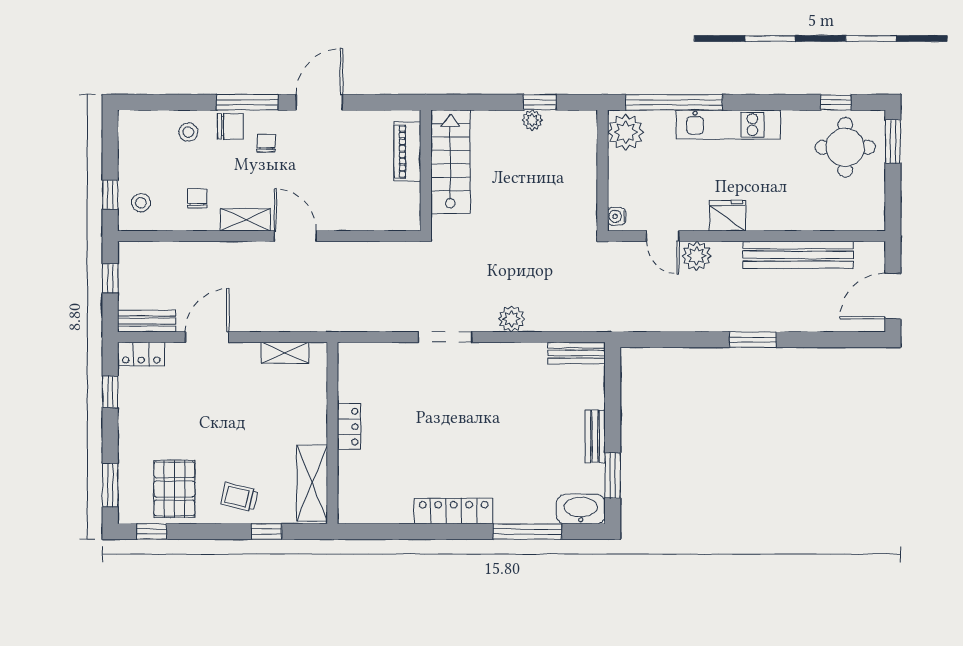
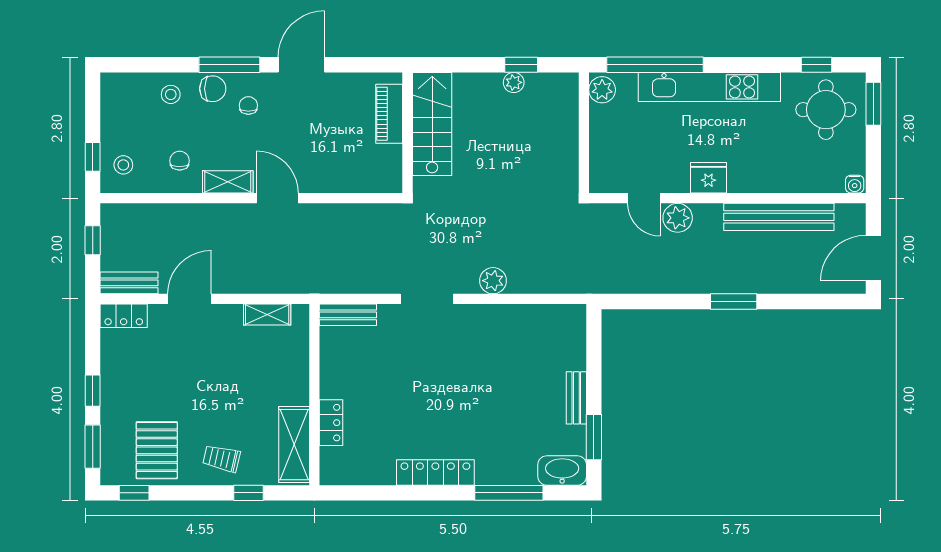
kitchen unit: (728, 125) -> (709, 87), width x1.36
plant: (626, 132) -> (602, 90), width x0.73, depth x0.73
water cooler: (617, 216) -> (855, 184), moved, turned -90
bench: (576, 353) -> (348, 315), moved
window: (110, 392) -> (93, 391), moved
locker: (349, 427) -> (331, 423), moved

